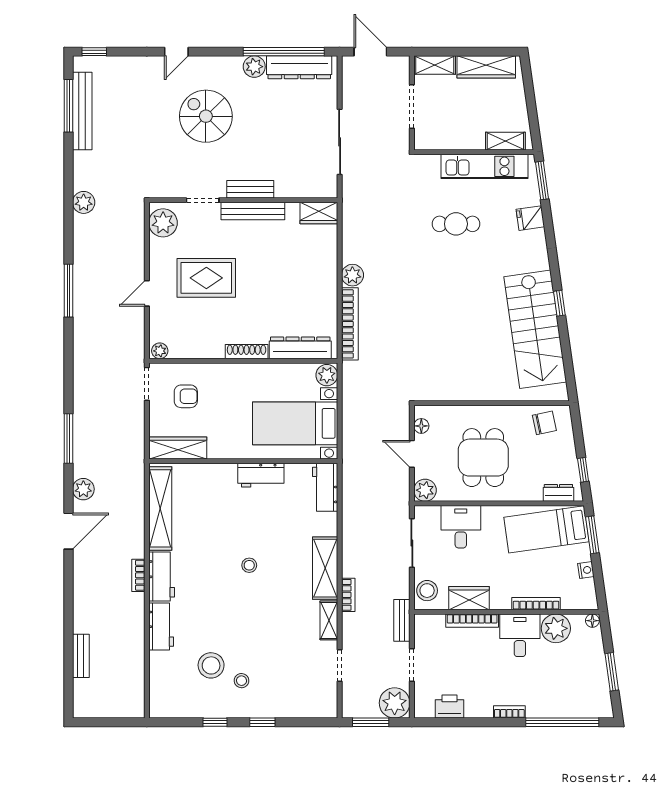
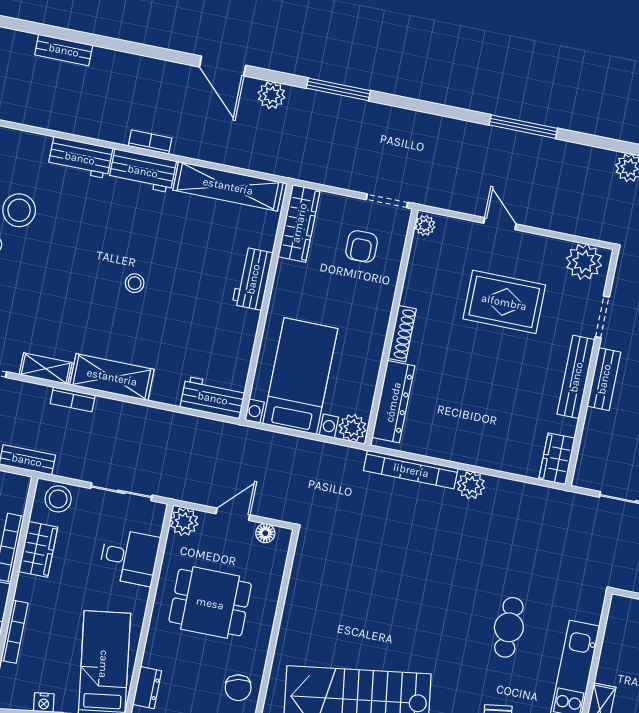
rug: (206, 278) -> (504, 302), turned 90
workbench: (261, 475) -> (253, 279), moved

